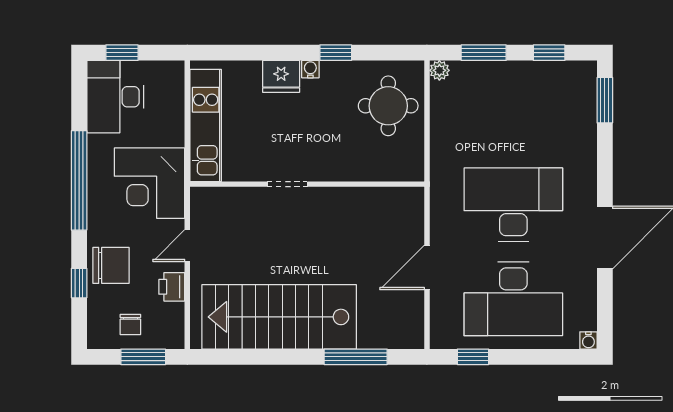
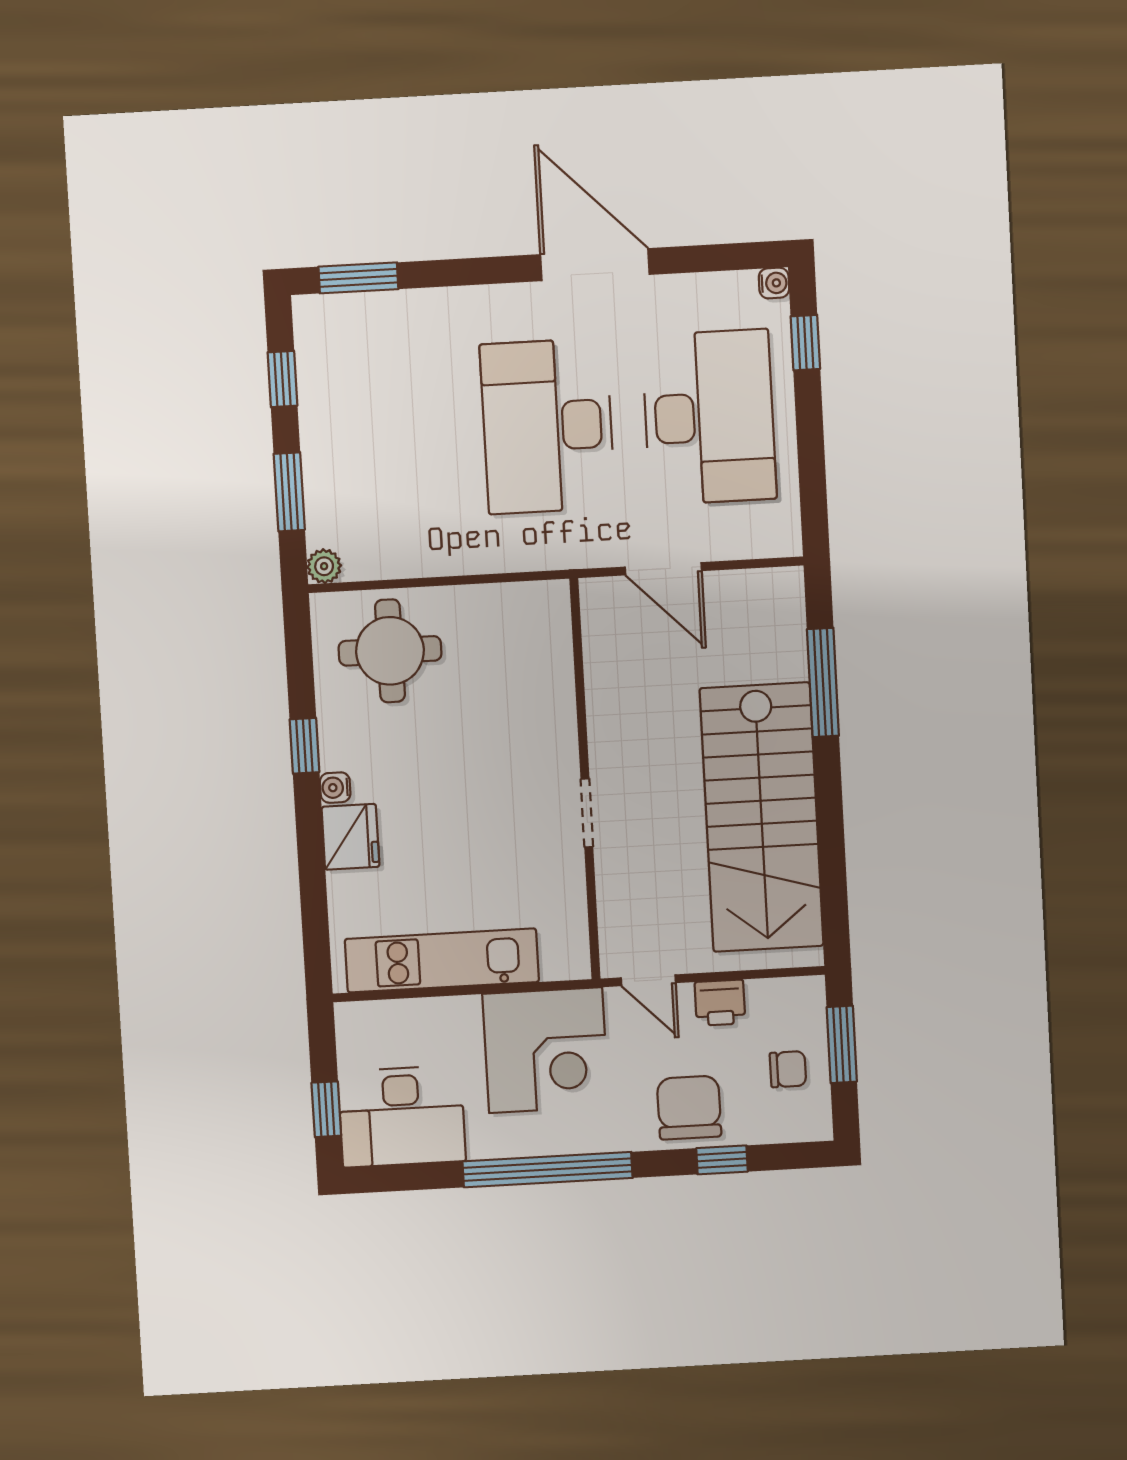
doorway: (287, 184) -> (587, 813), moved
wall: (307, 184) -> (585, 779), moved
window: (473, 357) -> (805, 343), moved

